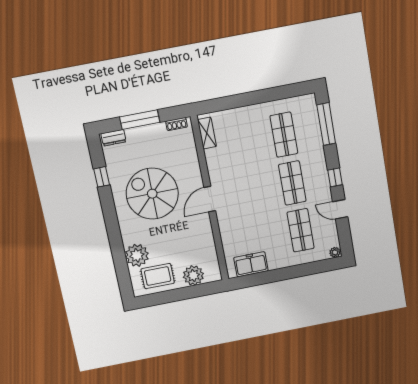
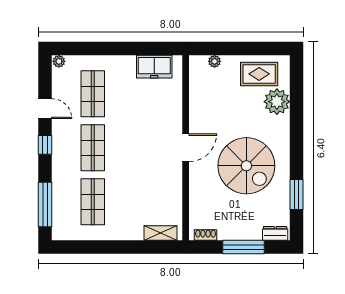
shelving: (207, 133) -> (161, 233), moved, turned 90
window: (102, 177) -> (296, 194), width x1.50
plant: (193, 275) -> (215, 61), width x0.53, depth x0.53

